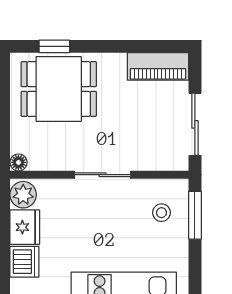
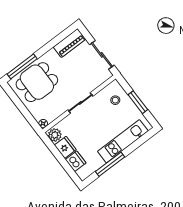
window: (54, 46) -> (22, 66), width x2.17
window: (195, 215) -> (138, 102), moved

